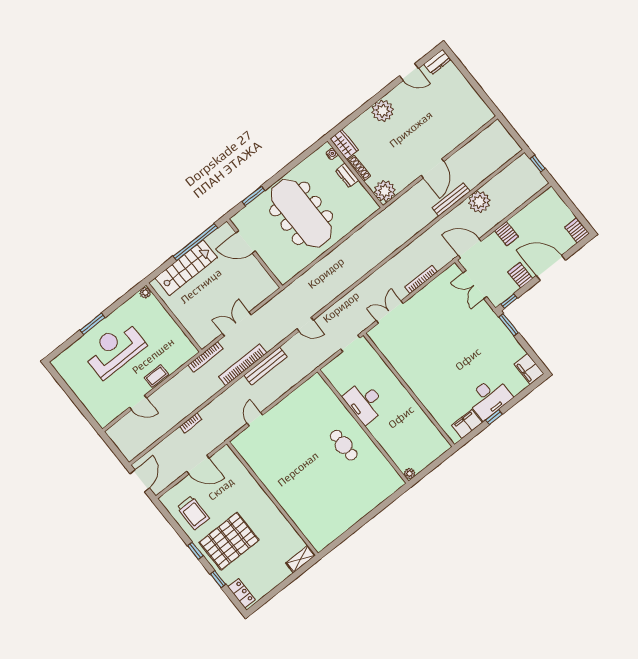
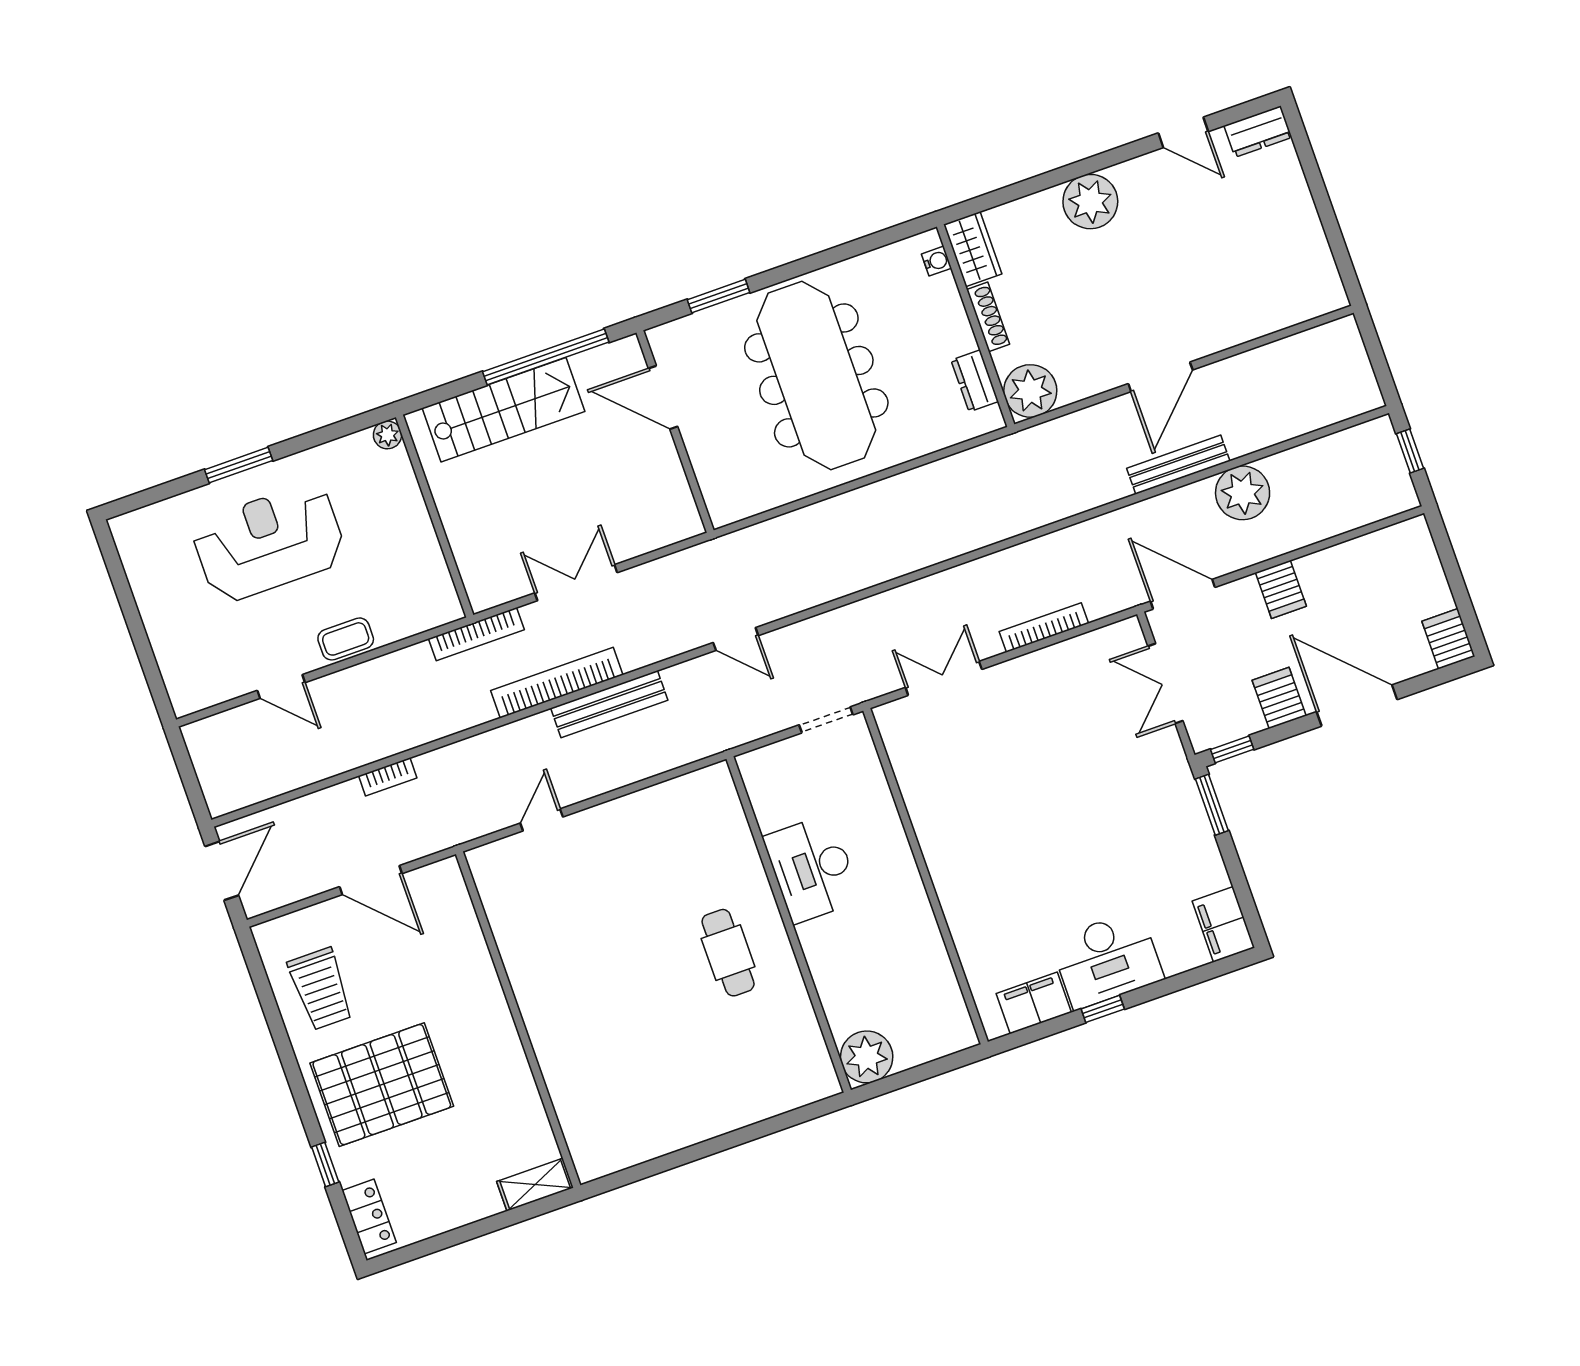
dresser: (347, 175) -> (975, 381), moved
plant: (410, 474) -> (867, 1057), width x1.87, depth x1.87
window: (195, 551) -> (295, 1079), removed

